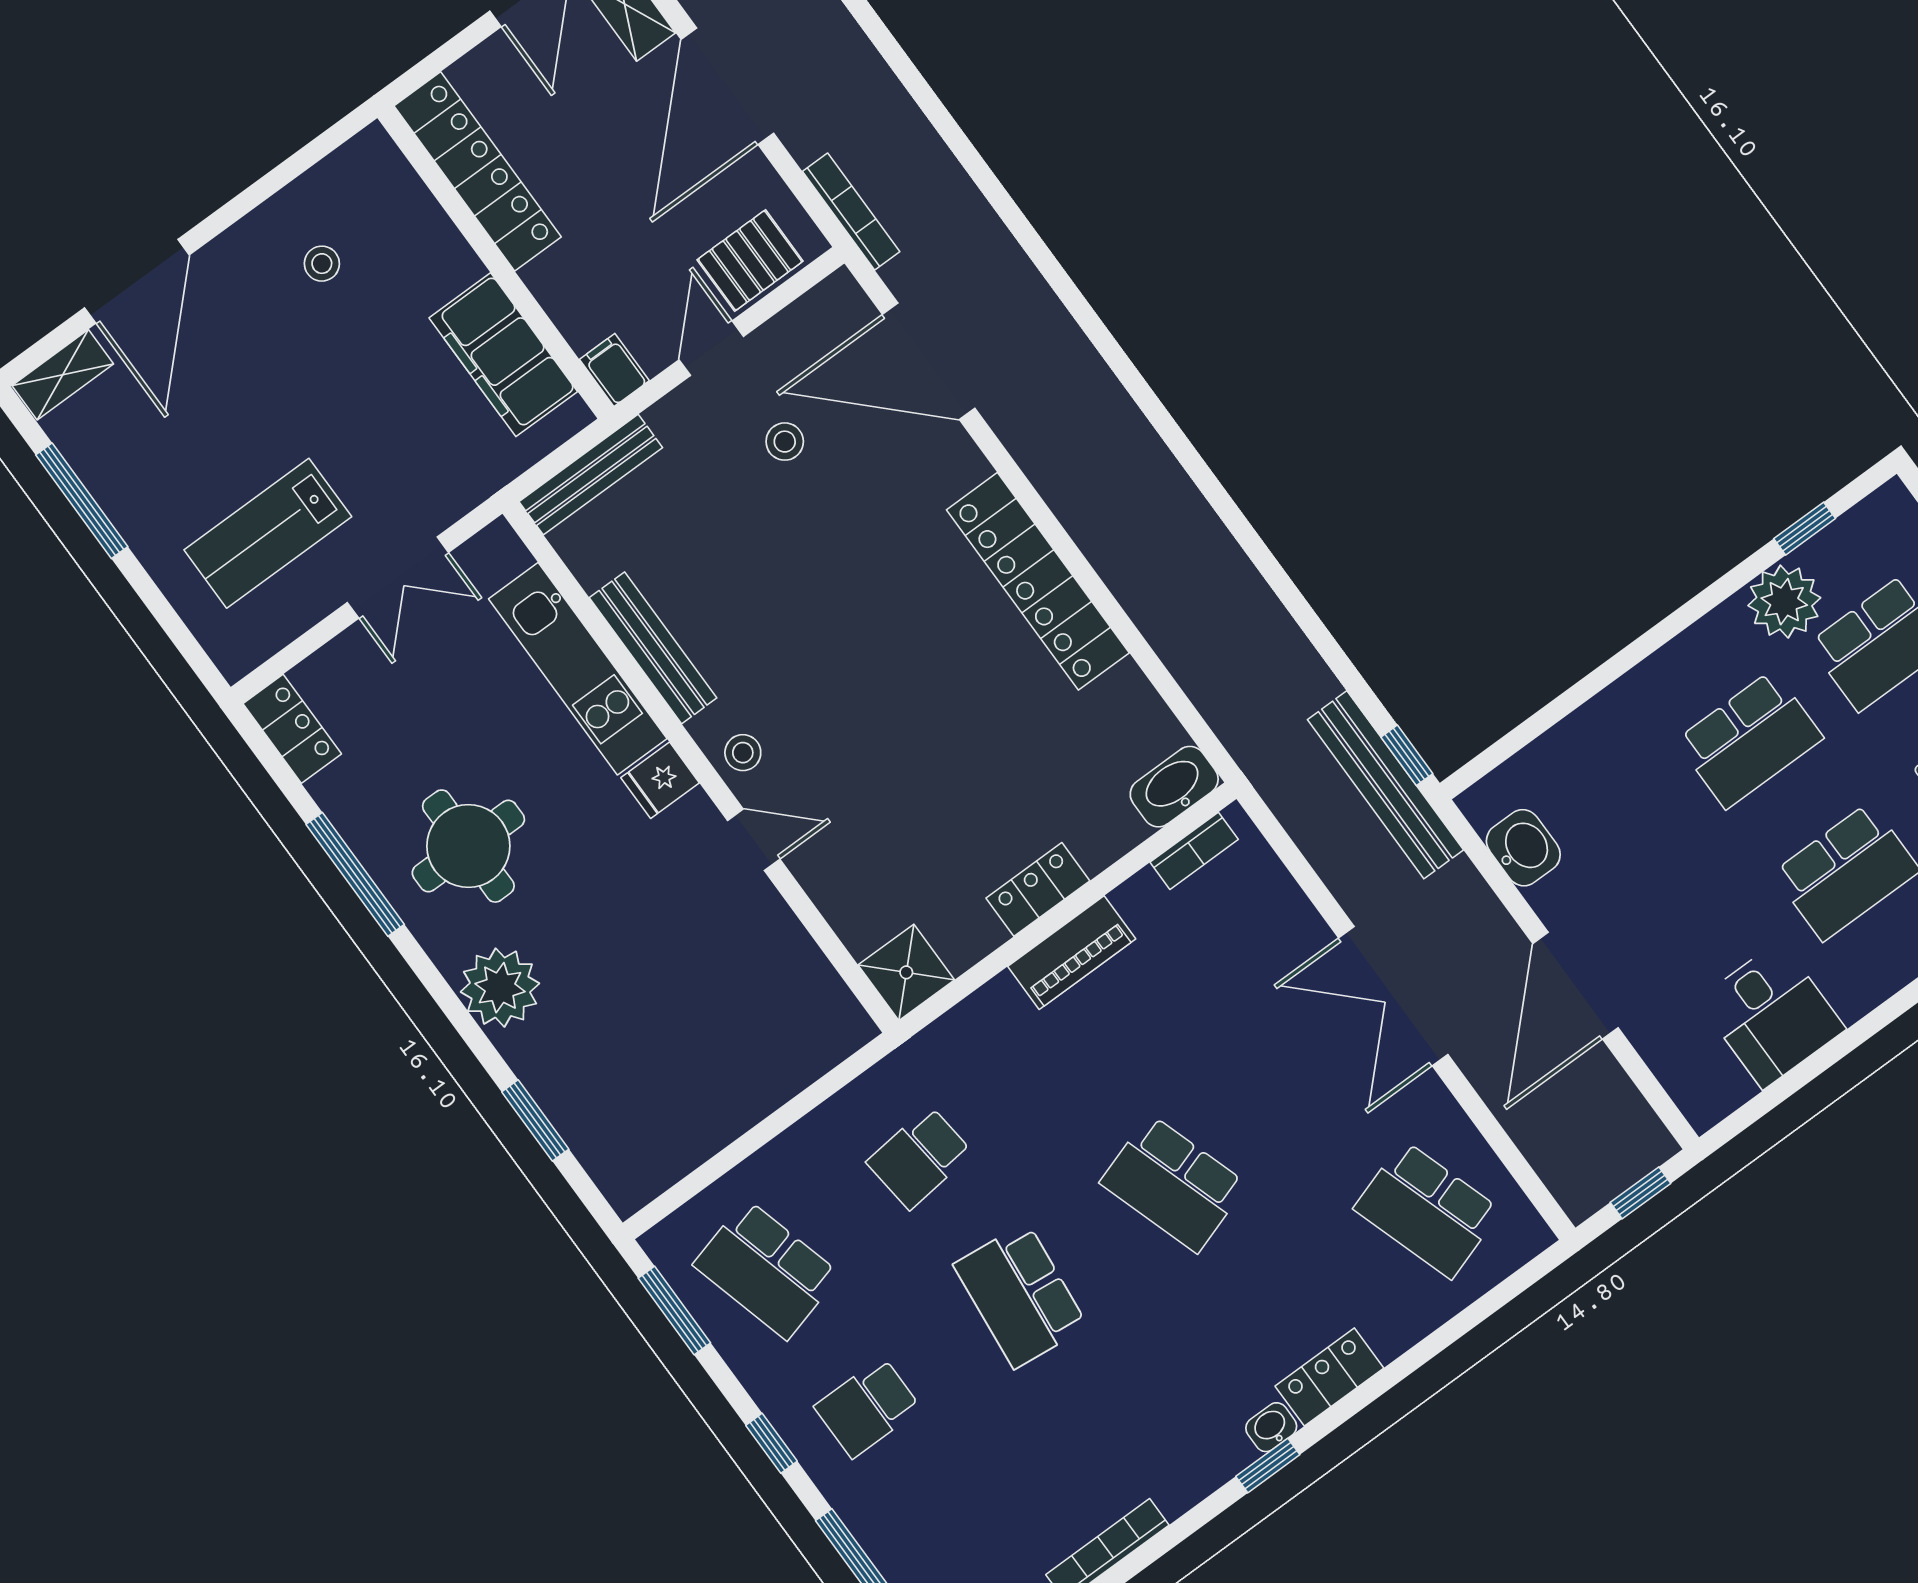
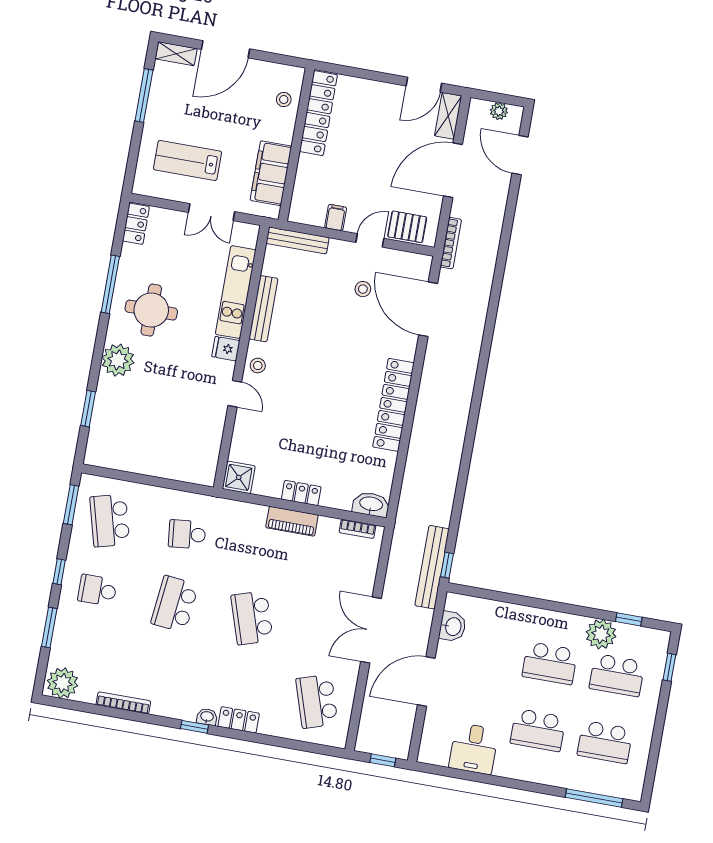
locker: (478, 171) -> (318, 113), moved
wall: (496, 262) -> (296, 145), moved
filing cabinet: (503, 355) -> (271, 173), moved

